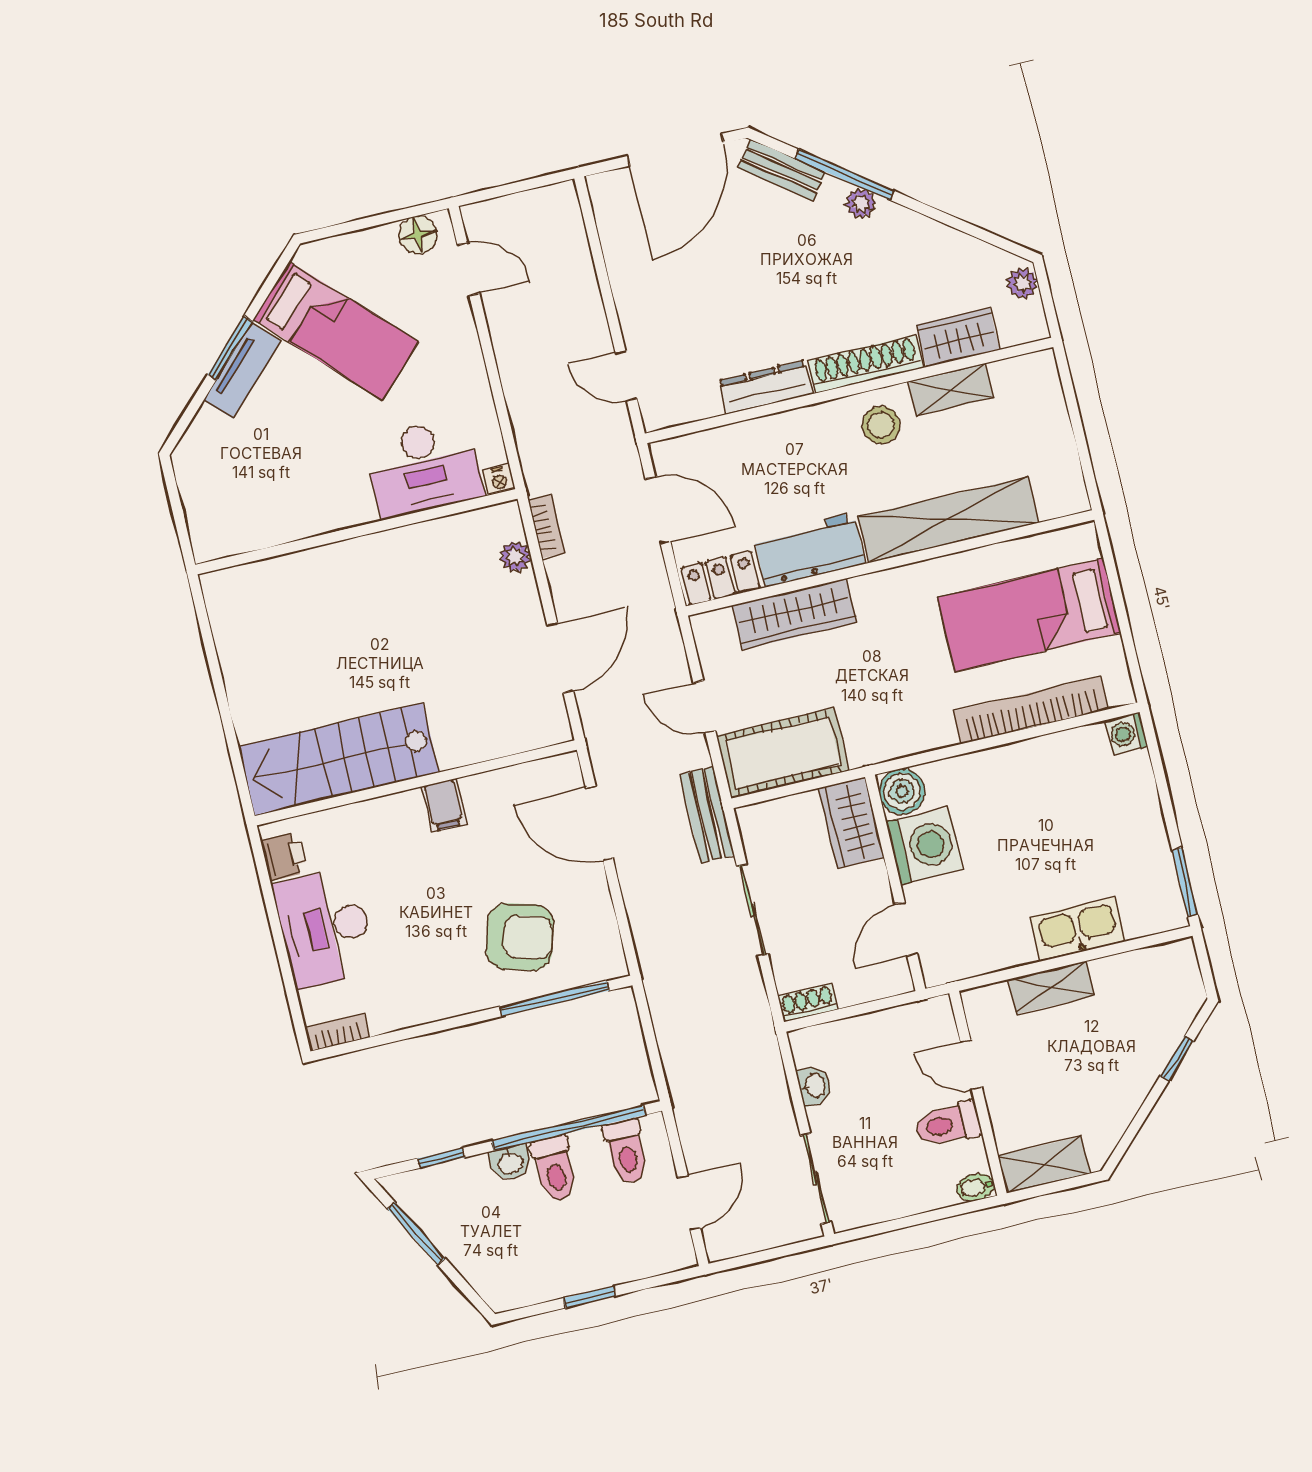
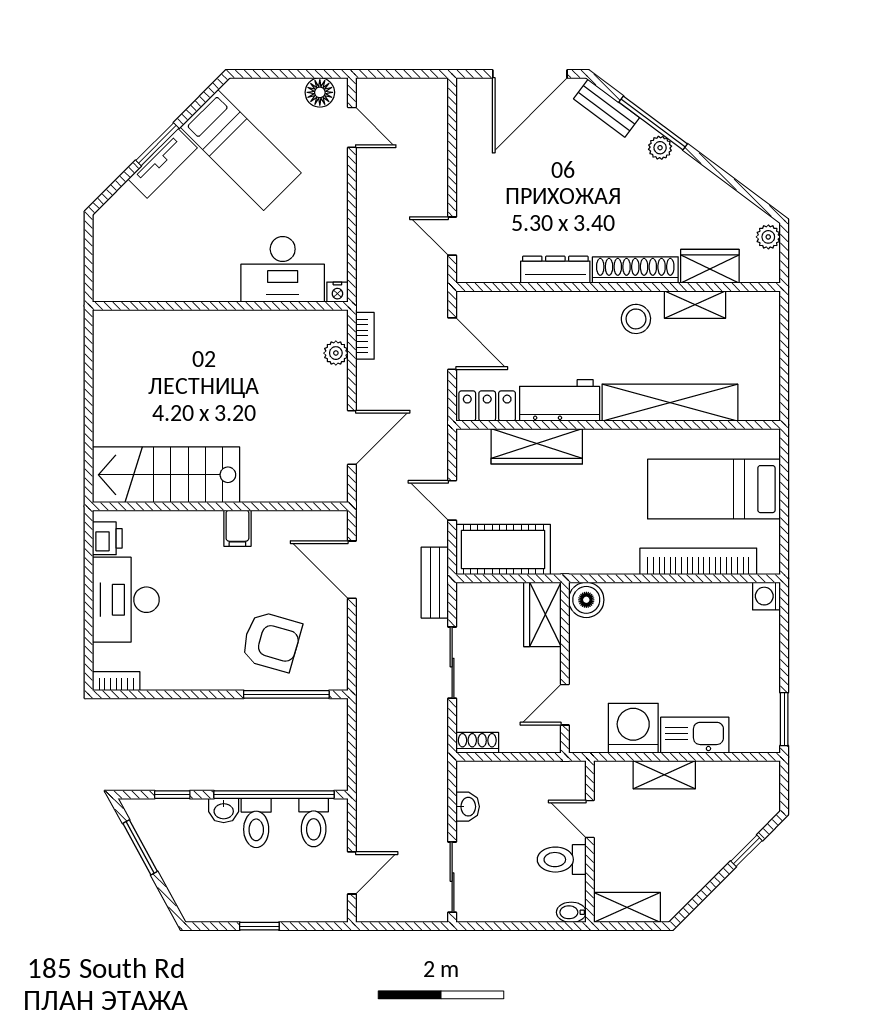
washing machine: (924, 846) -> (633, 728), moved, turned -90

